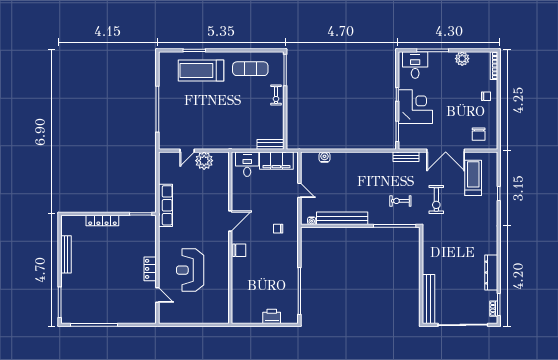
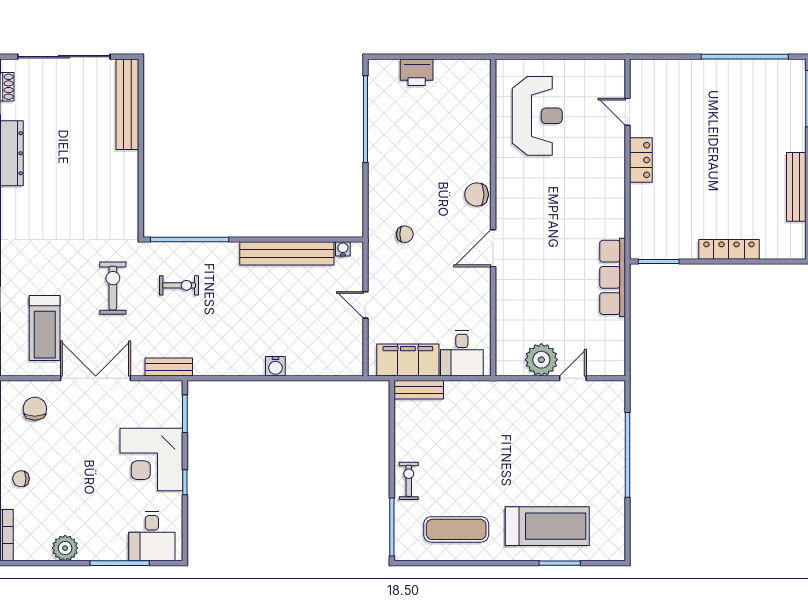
water cooler: (325, 157) -> (275, 366), moved
reception desk: (190, 270) -> (537, 116), moved

